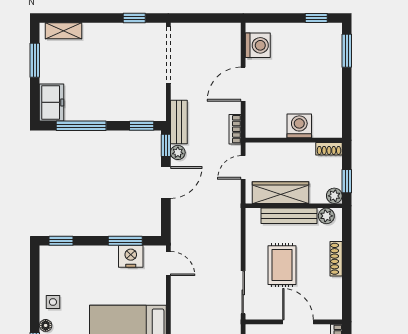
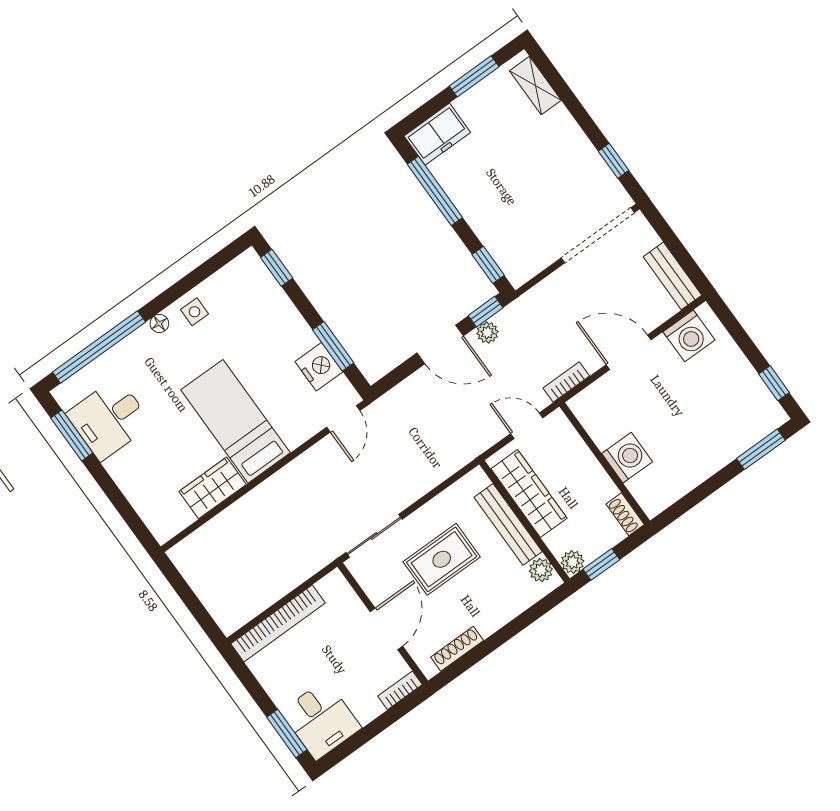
bench: (179, 122) -> (672, 276), moved, turned 90
shoe rack: (336, 259) -> (457, 649), moved

